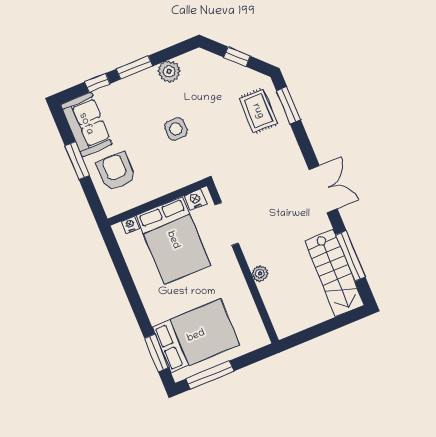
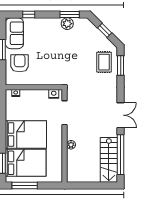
window: (134, 68) -> (70, 14), moved
side table: (176, 129) -> (59, 54), removed
bed: (173, 240) -> (26, 135), moved, turned -90
window: (351, 256) -> (121, 155), width x1.46

